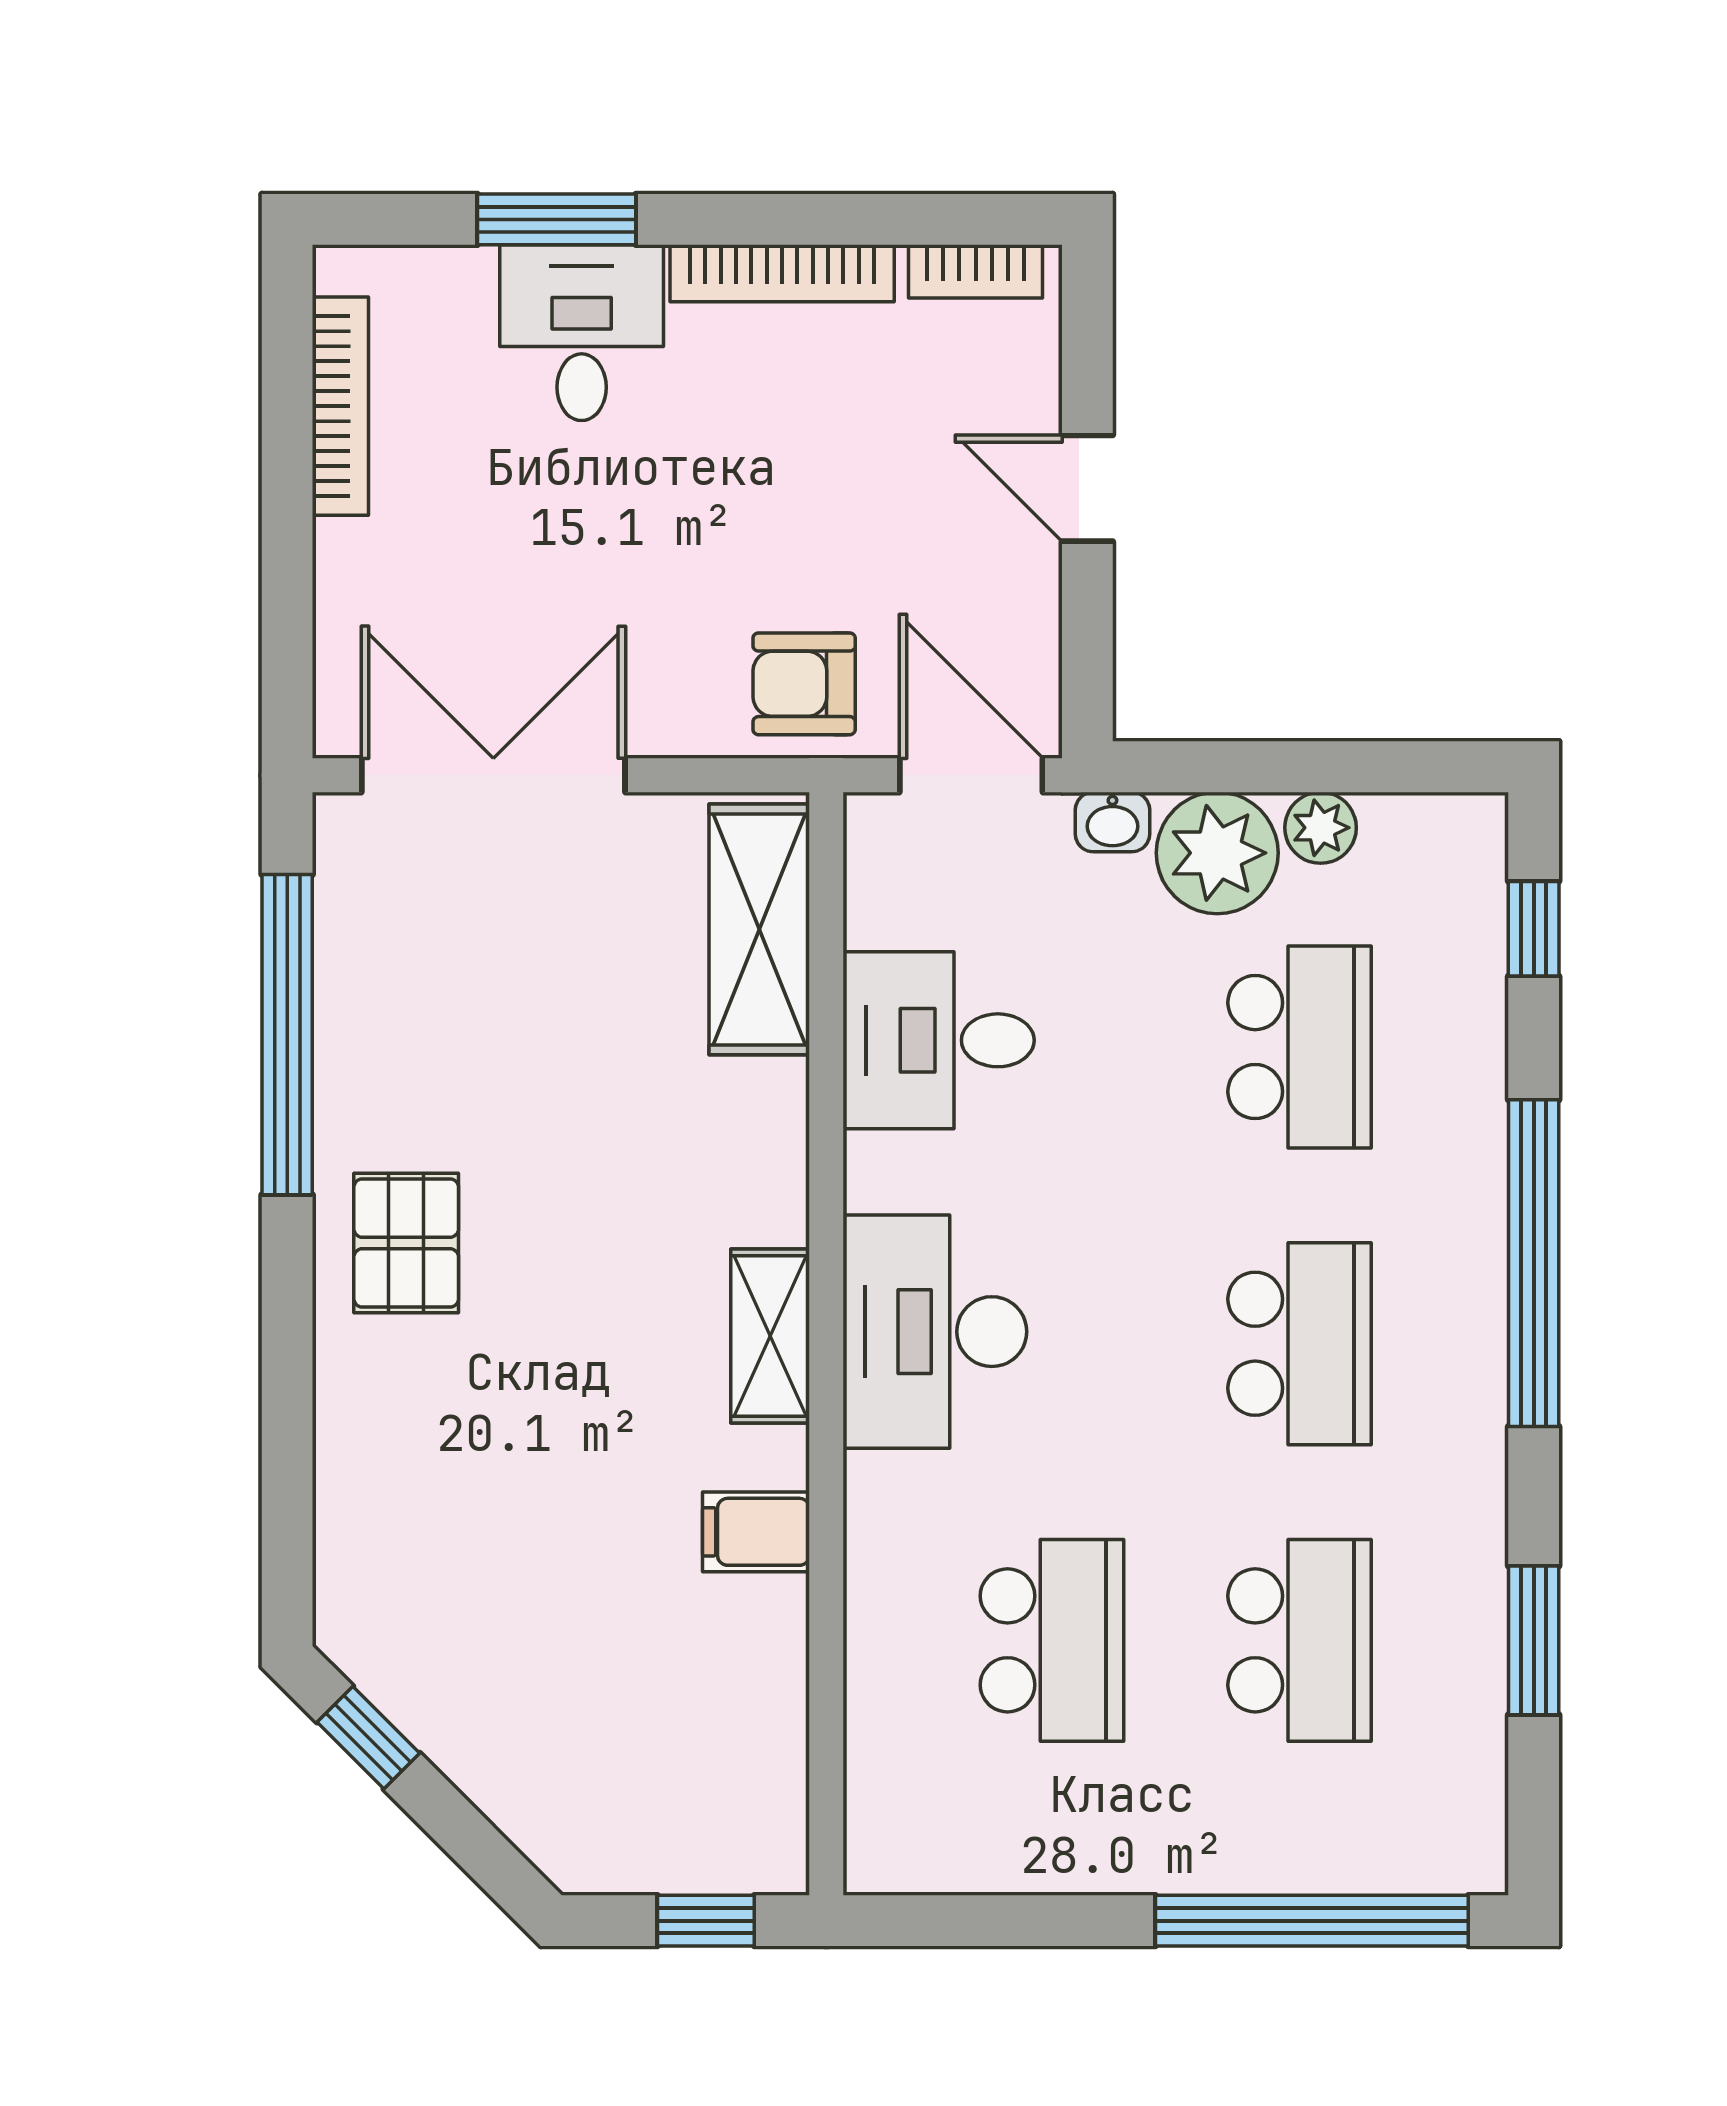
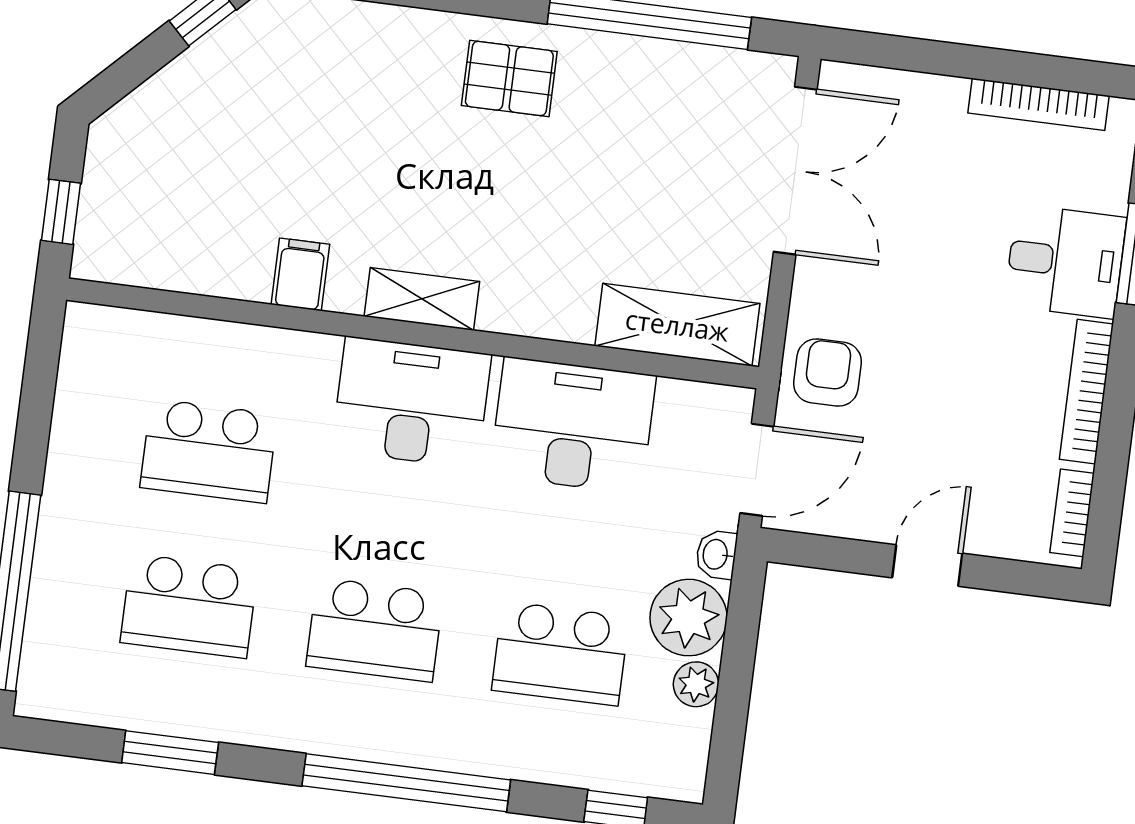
desk: (939, 1040) -> (573, 425), width x1.37

